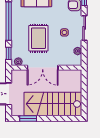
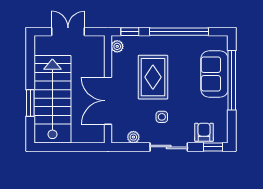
rug: (38, 38) -> (153, 77), turned 90
double door: (43, 68) -> (108, 101), moved
window: (28, 118) -> (30, 103), moved

